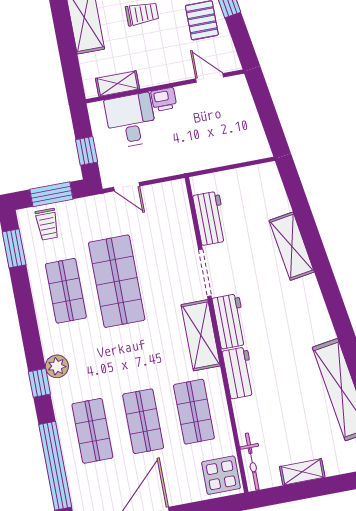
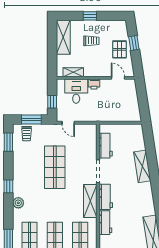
shop shelf: (66, 291) -> (29, 167), removed
window: (39, 383) -> (8, 186), moved

